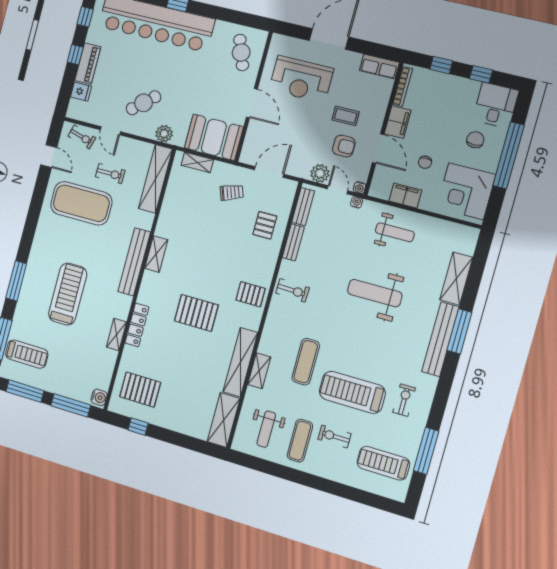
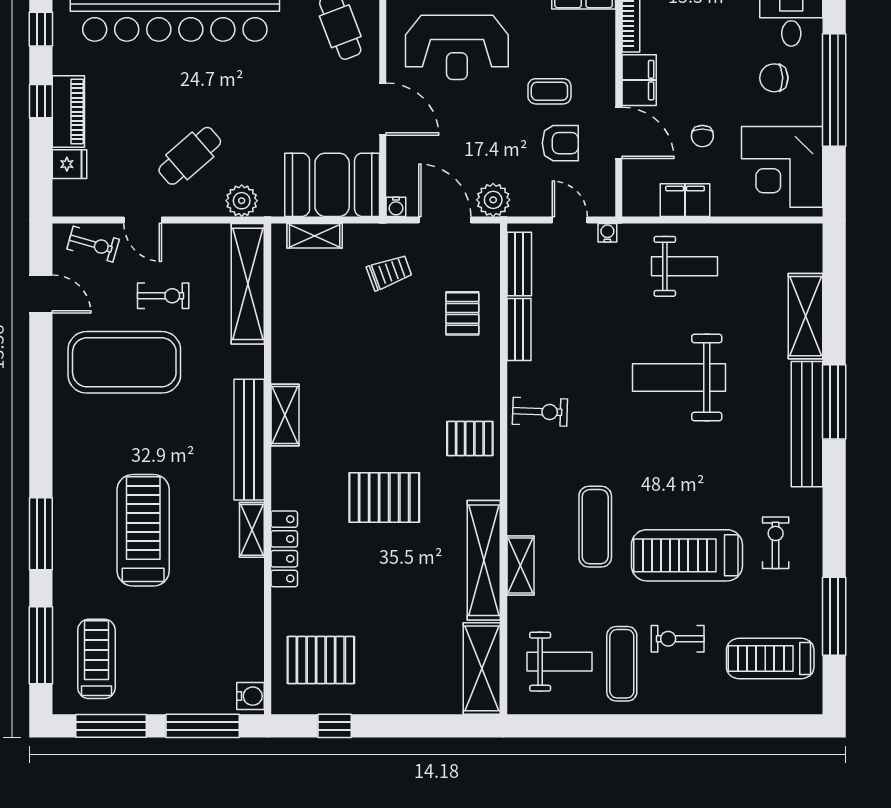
chair: (475, 140) -> (774, 78), turned -91
door: (269, 172) -> (445, 220), hinge flipped
plant: (320, 173) -> (493, 200), moved
water cooler: (359, 188) -> (396, 207), moved
shelving: (116, 334) -> (252, 530), moved
treadmill: (27, 354) -> (96, 659), turned -90
weight bench: (266, 429) -> (560, 662), turned -90

